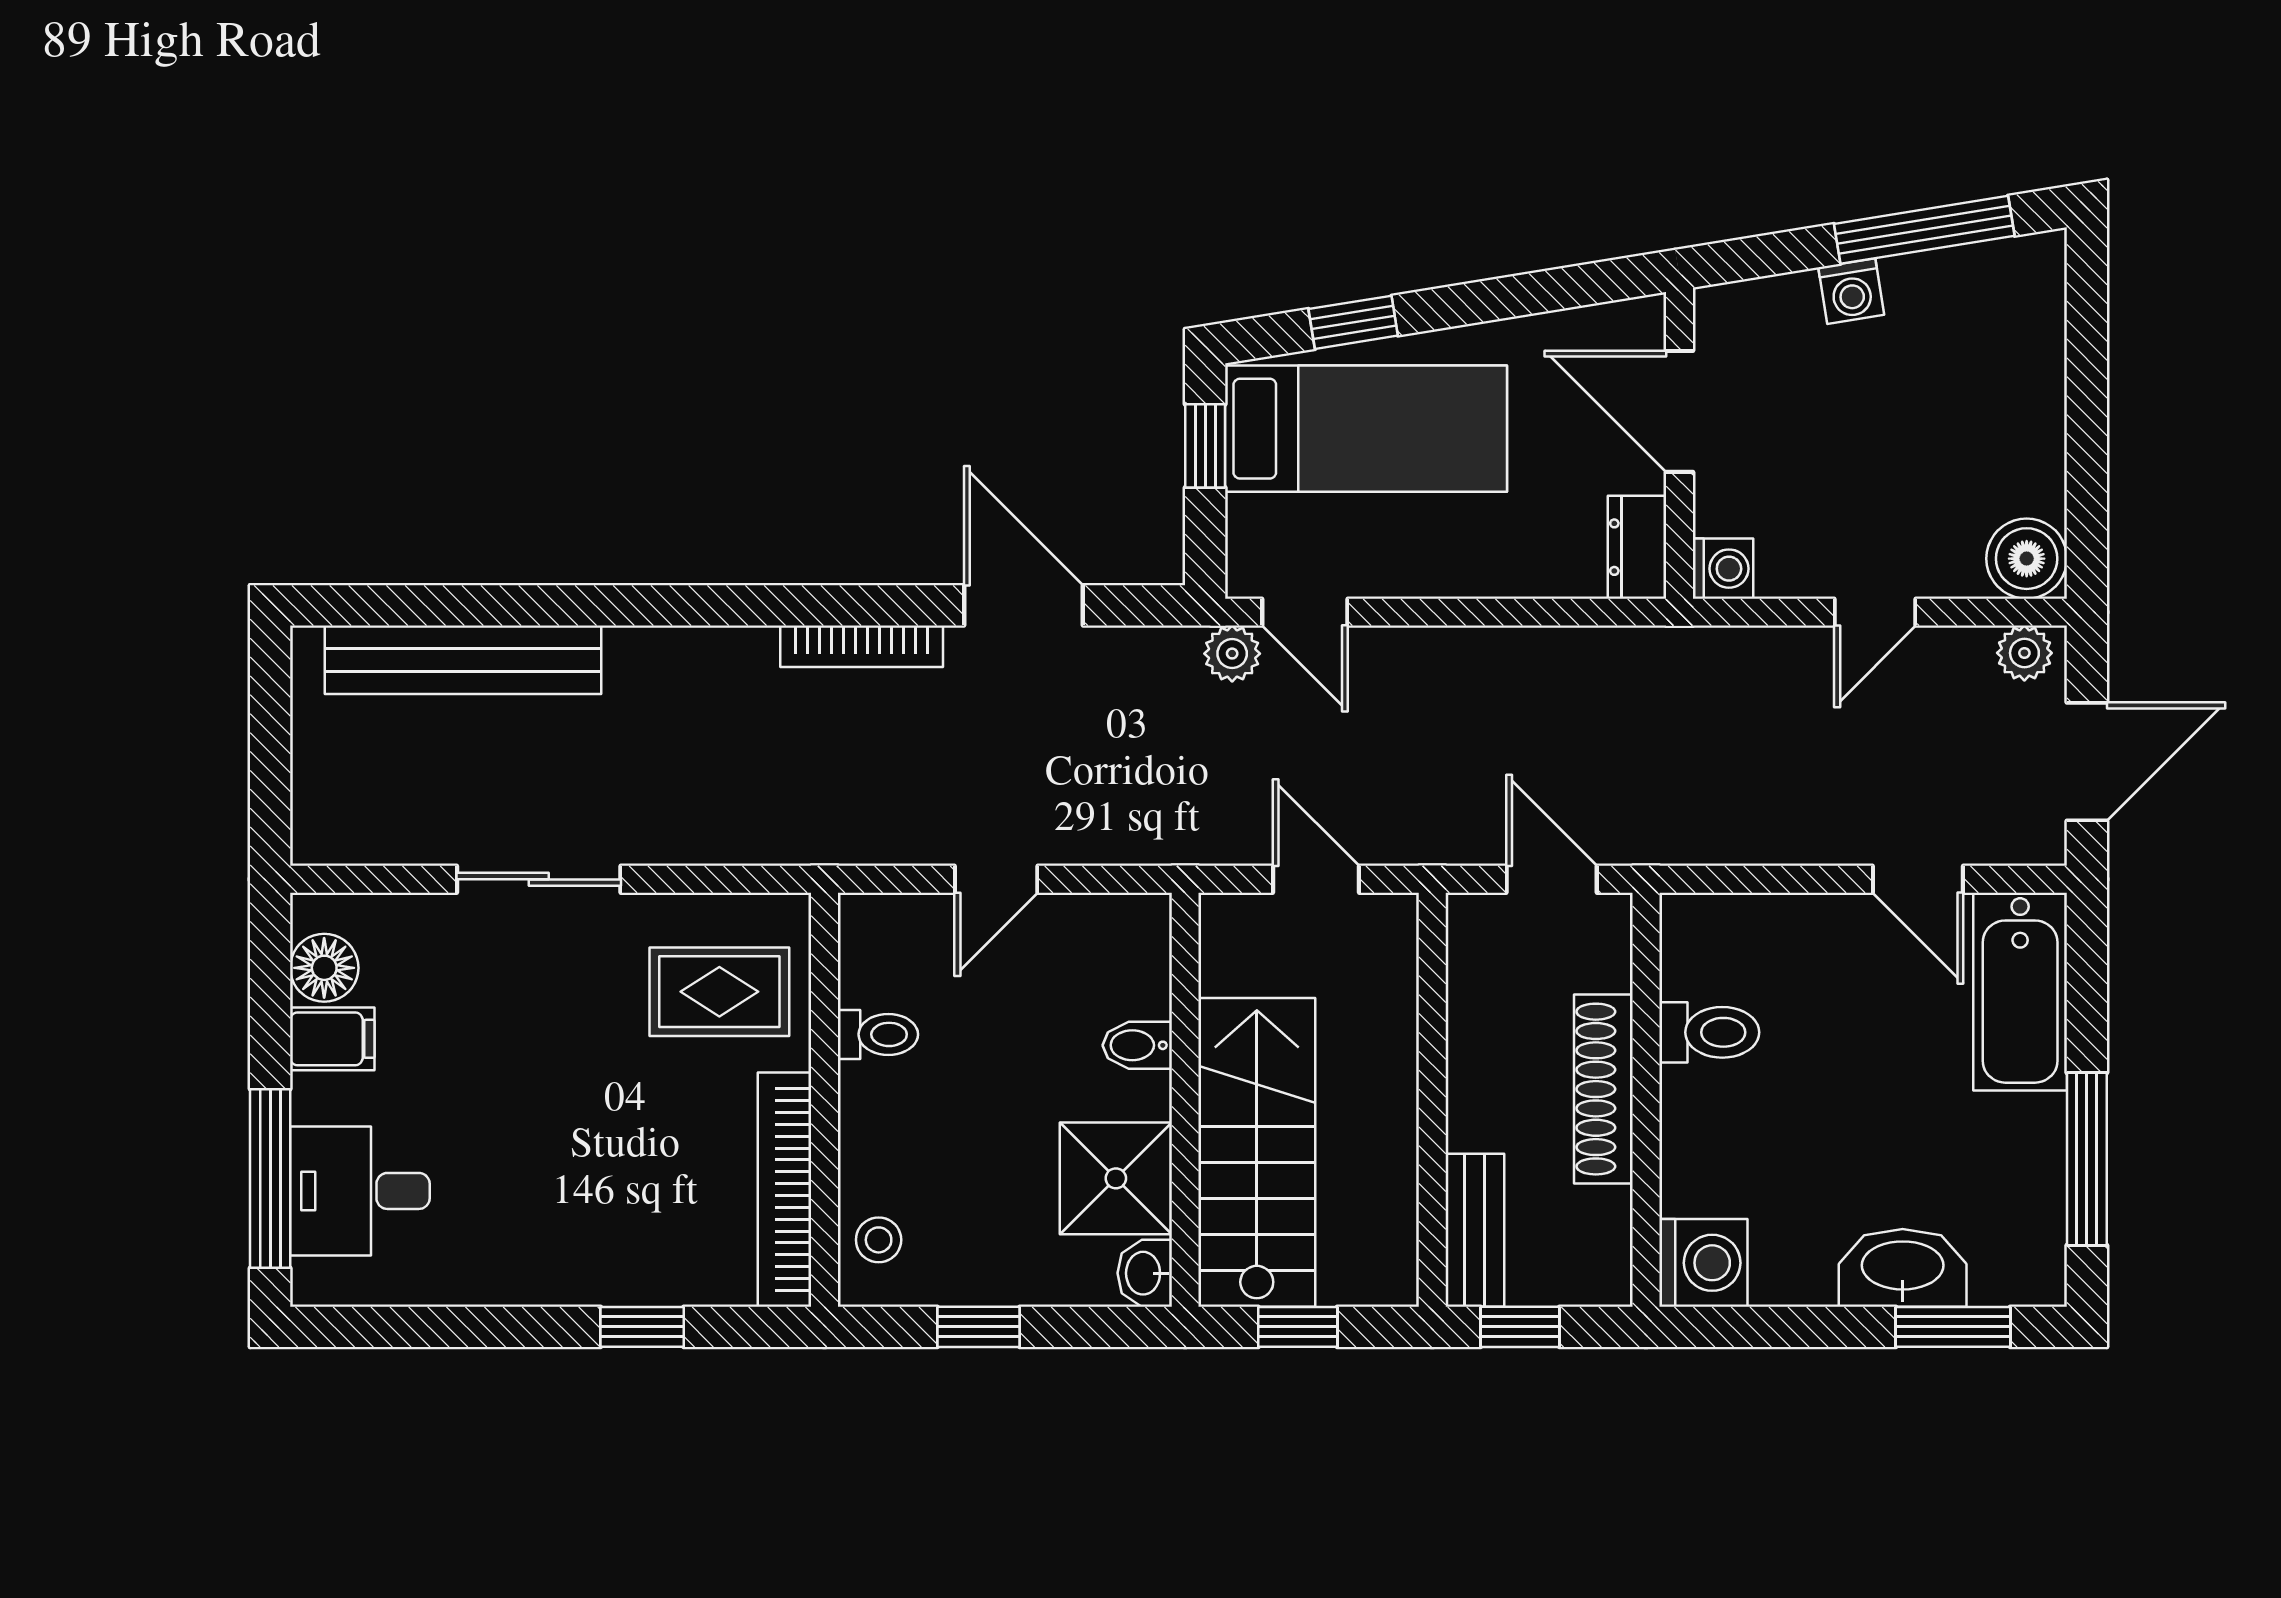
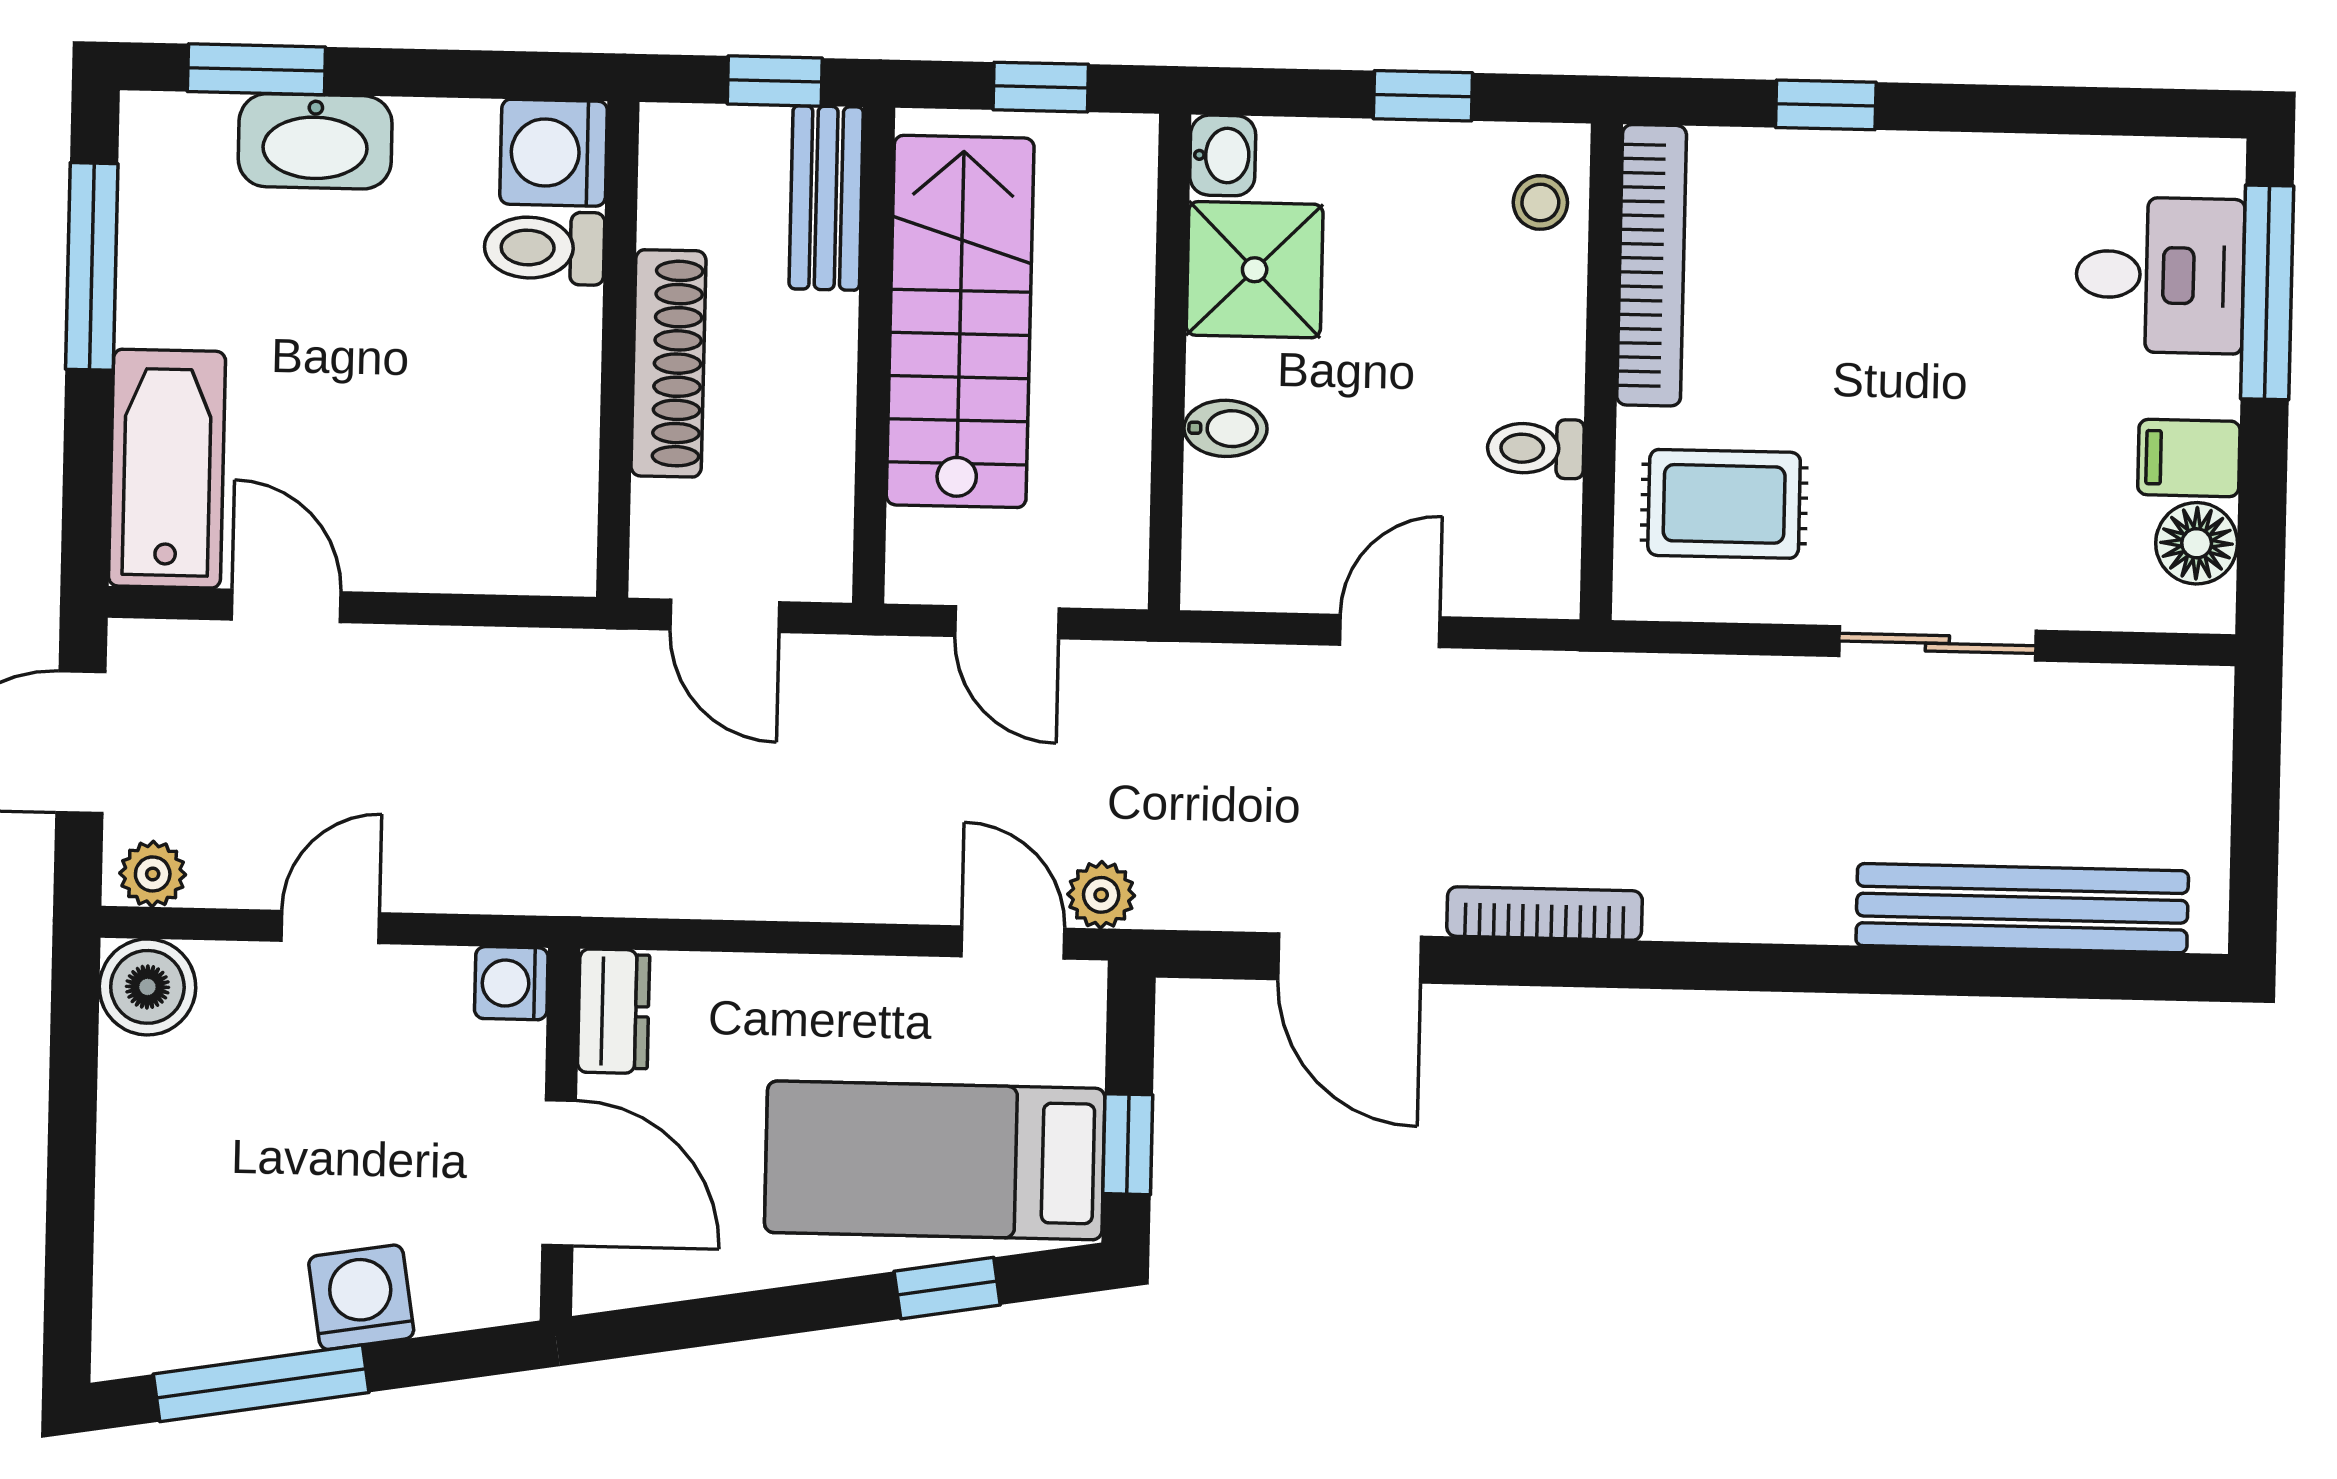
washing machine: (1851, 291) -> (361, 1297), width x1.38, depth x1.38
toilet: (1709, 1032) -> (544, 248), moved
stairs: (1257, 1152) -> (960, 321), moved, turned 180

